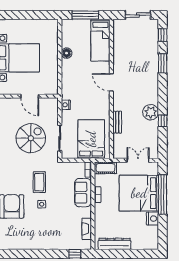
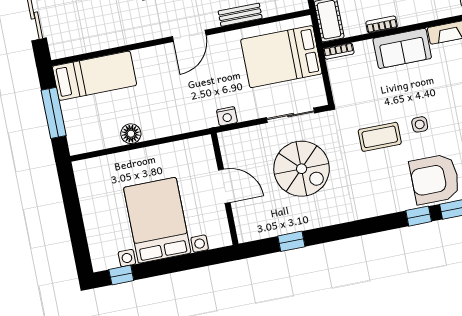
door: (111, 82) -> (189, 36), moved
door: (30, 96) -> (224, 186), hinge flipped
spiral stairs: (31, 138) -> (302, 169), turned 180
sofa: (83, 193) -> (402, 48), moved

